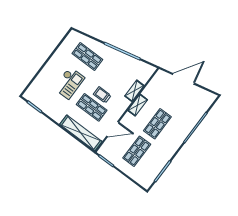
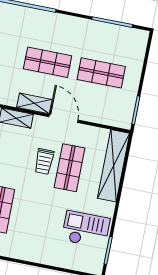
checkout: (69, 83) -> (86, 229), moved
door: (113, 129) -> (64, 118), moved

